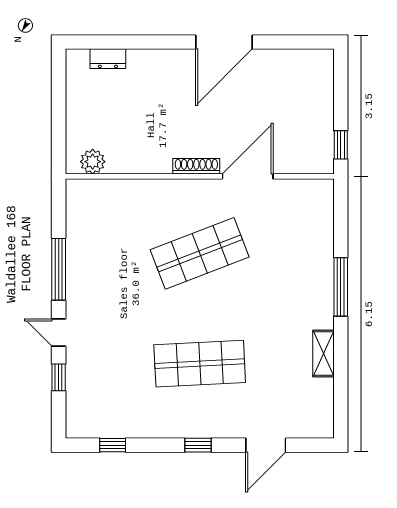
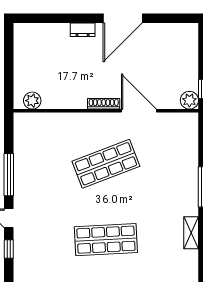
dresser: (108, 59) -> (83, 30), moved
plant: (321, 161) -> (189, 100), added
door: (248, 176) -> (139, 111), hinge flipped

